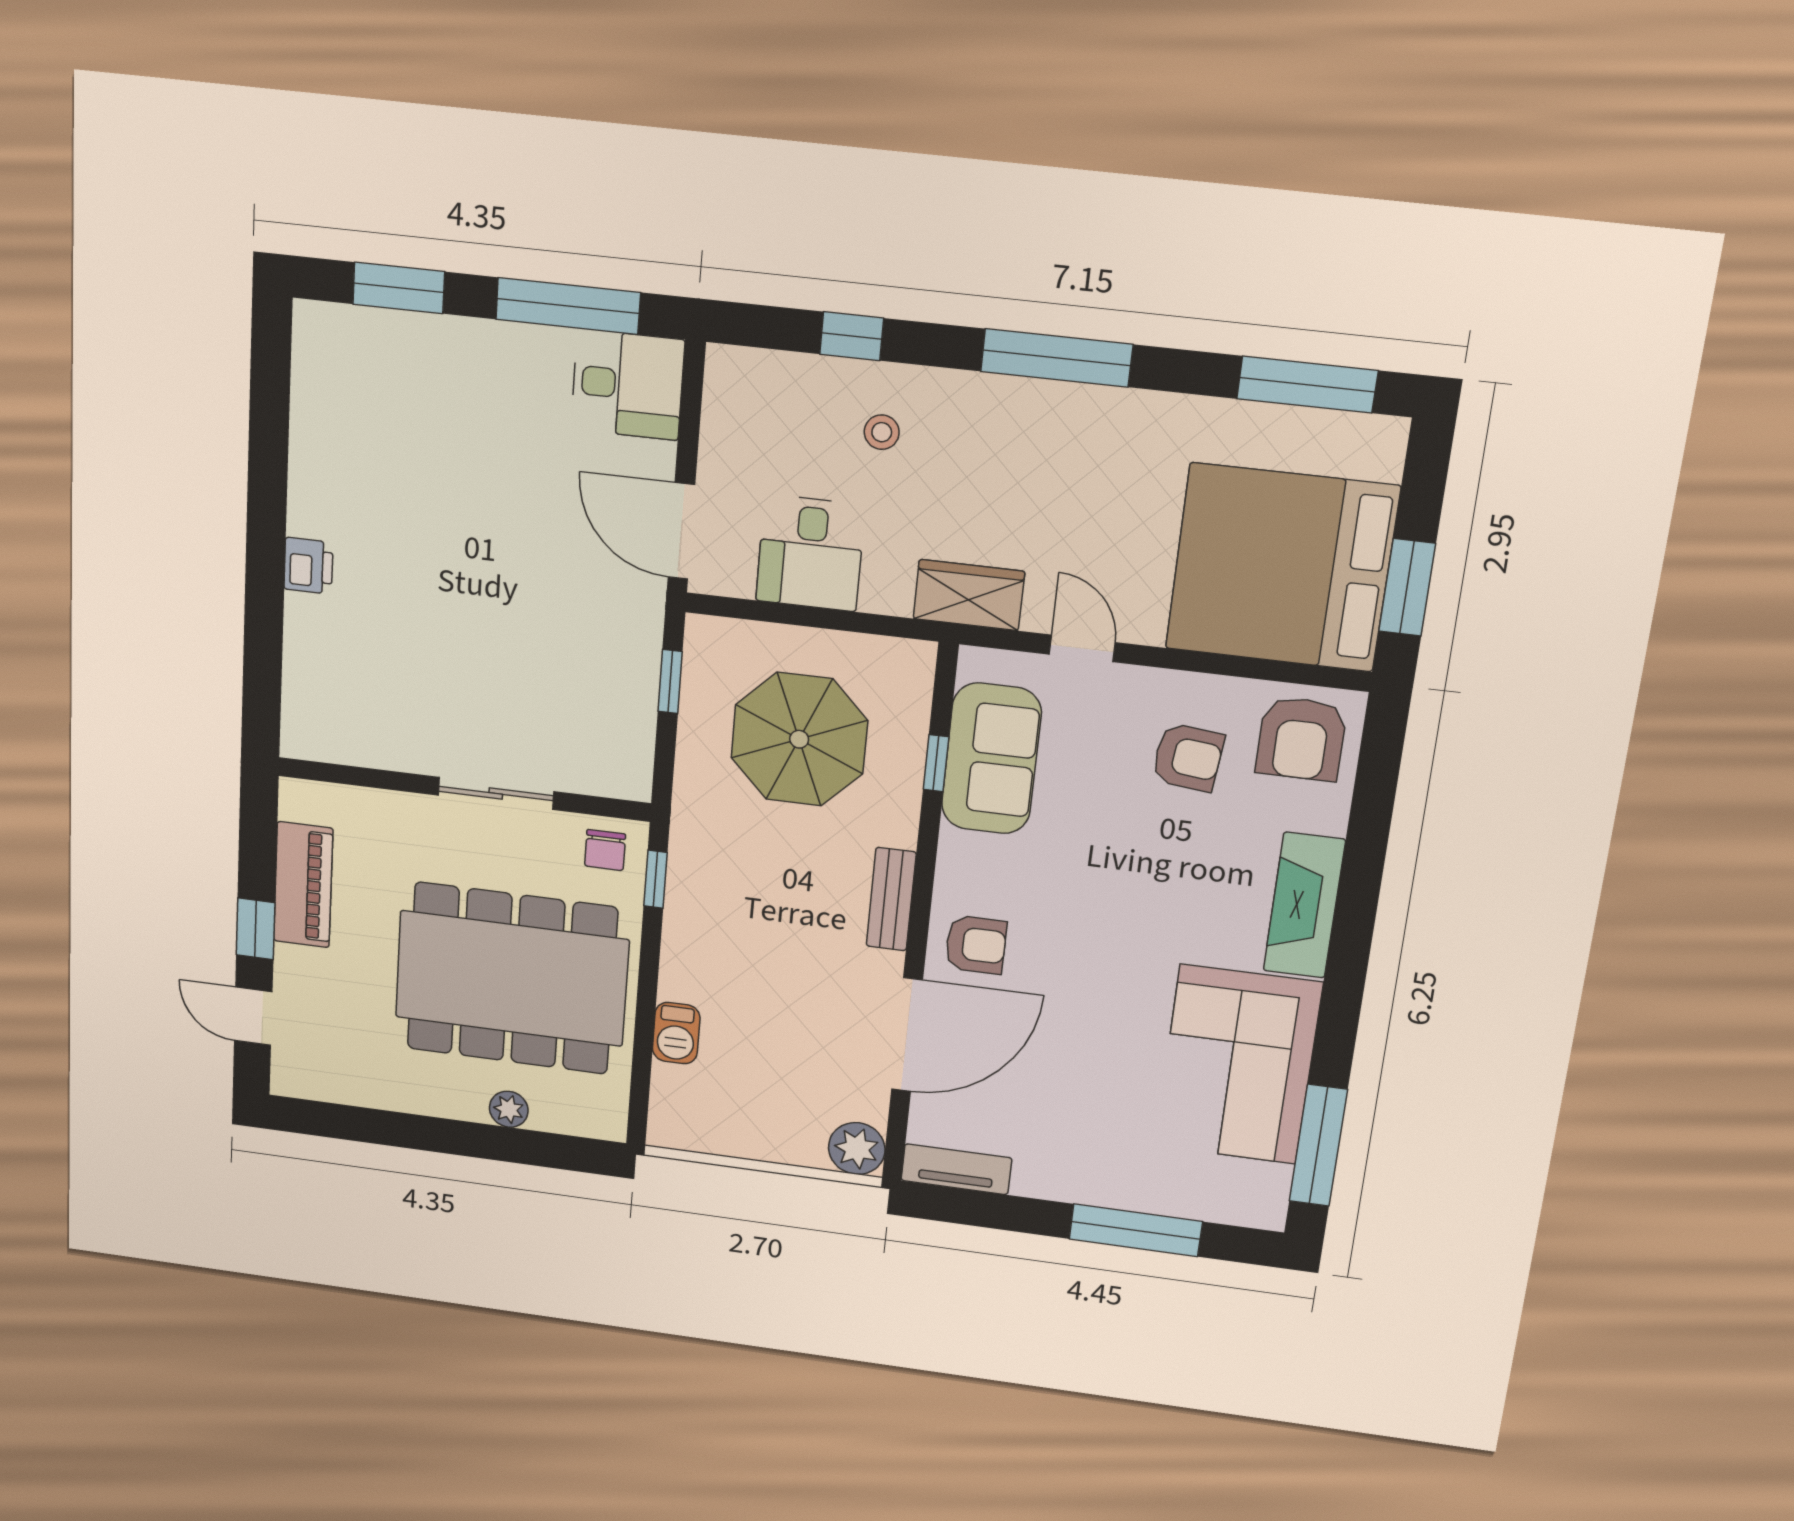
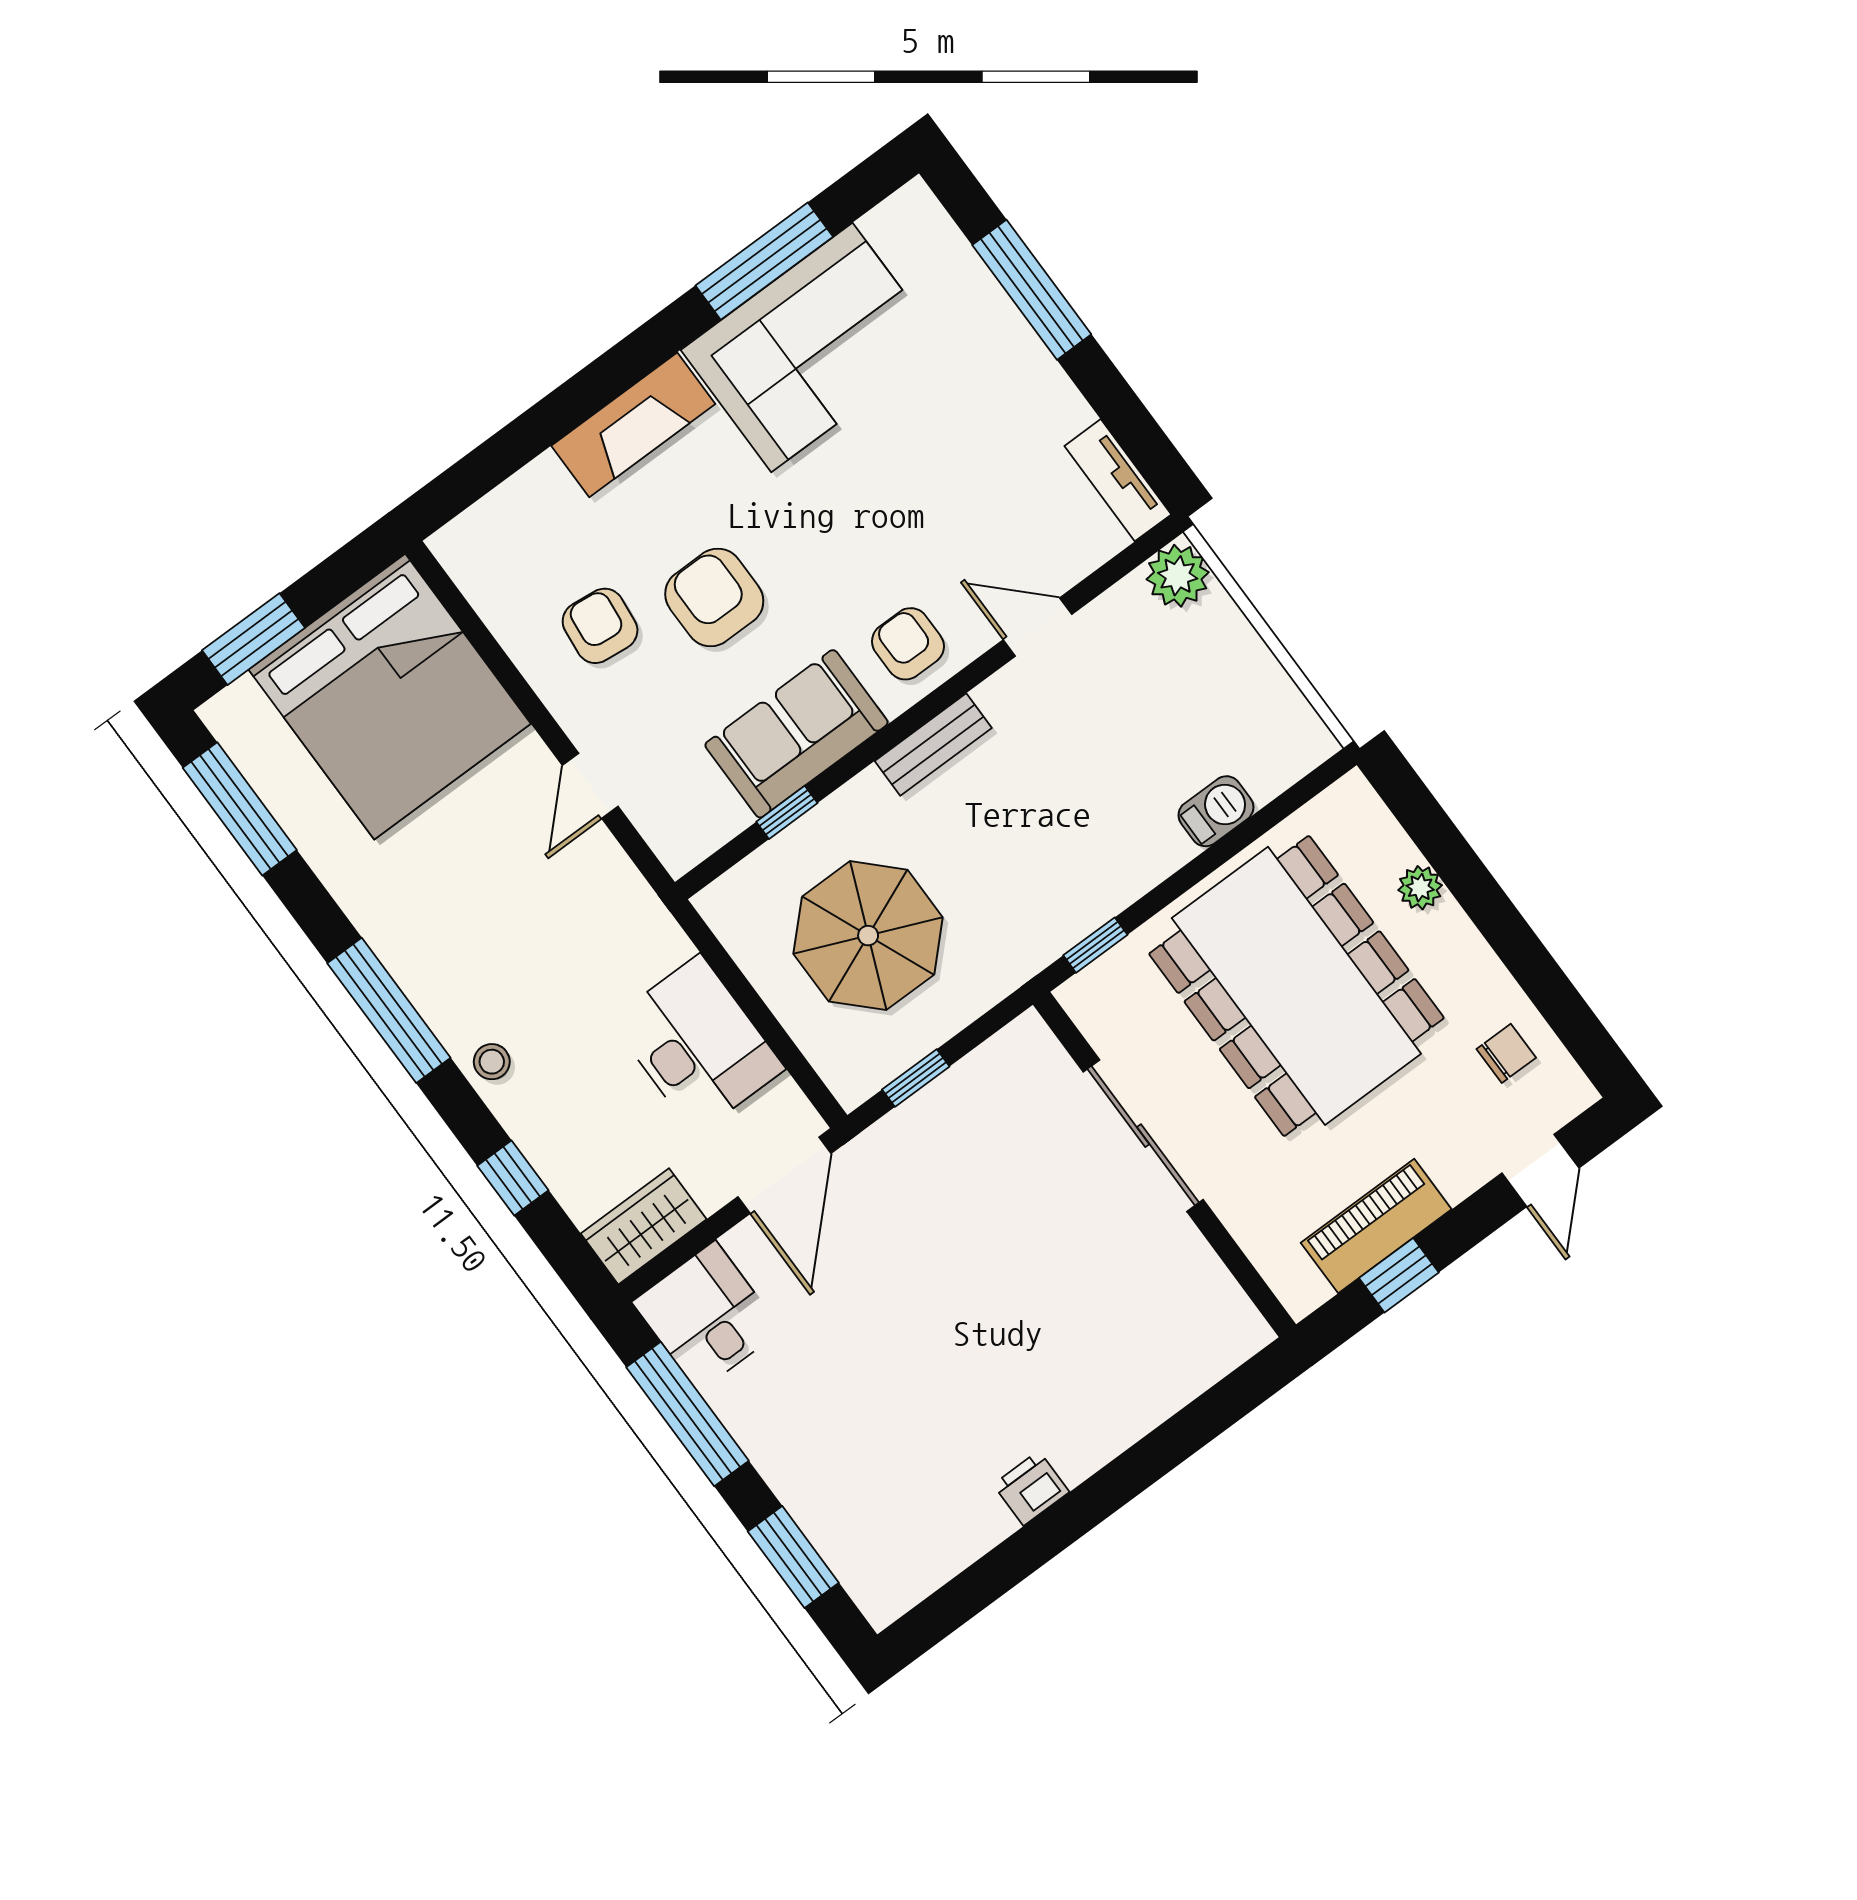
stool: (882, 432) -> (492, 1062), moved
desk: (810, 553) -> (697, 1045), width x1.37
printer: (308, 566) -> (1031, 1488), moved
window: (1407, 587) -> (253, 639), moved
wardrobe: (969, 595) -> (644, 1226), moved, turned 90
armchair: (1301, 739) -> (714, 597), moved, turned -90
sofa: (991, 759) -> (796, 734), moved
sliding door: (496, 793) -> (1143, 1136), width x1.37
chair: (605, 850) -> (1506, 1053), moved
window: (256, 929) -> (1399, 1275), moved
door: (907, 1035) -> (1038, 627), width x0.53
window: (1318, 1145) -> (764, 261), moved

